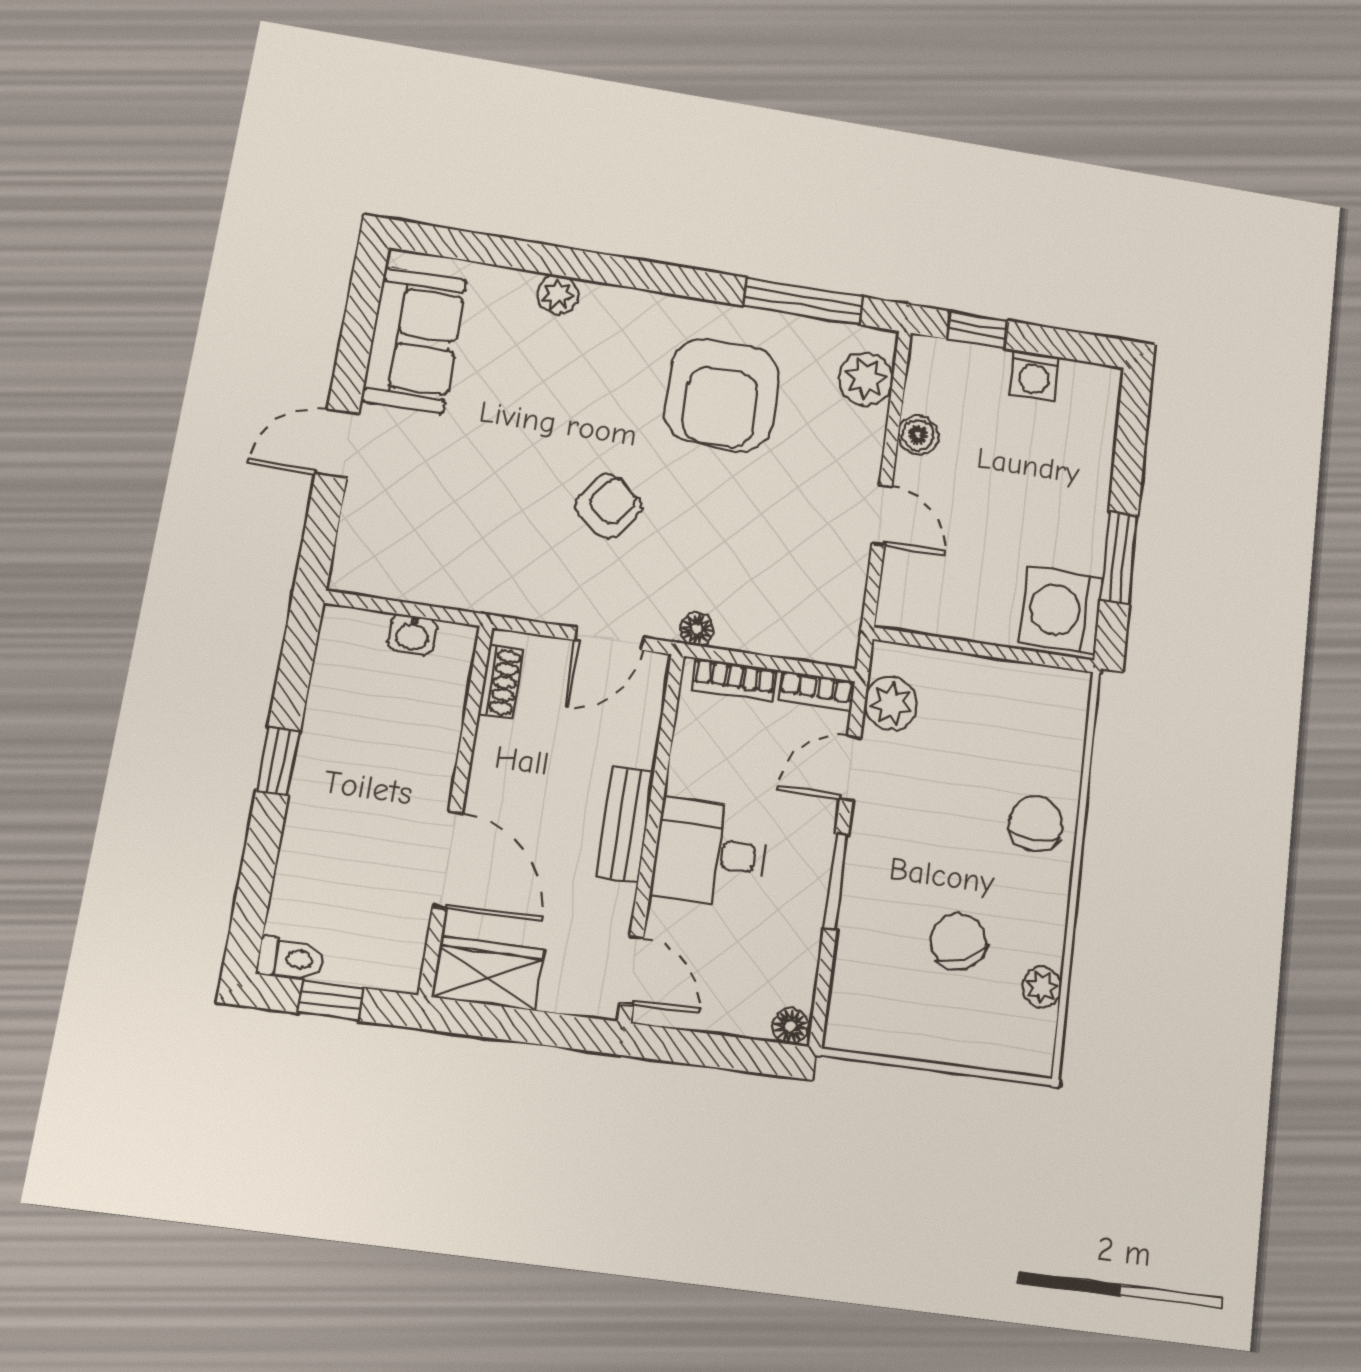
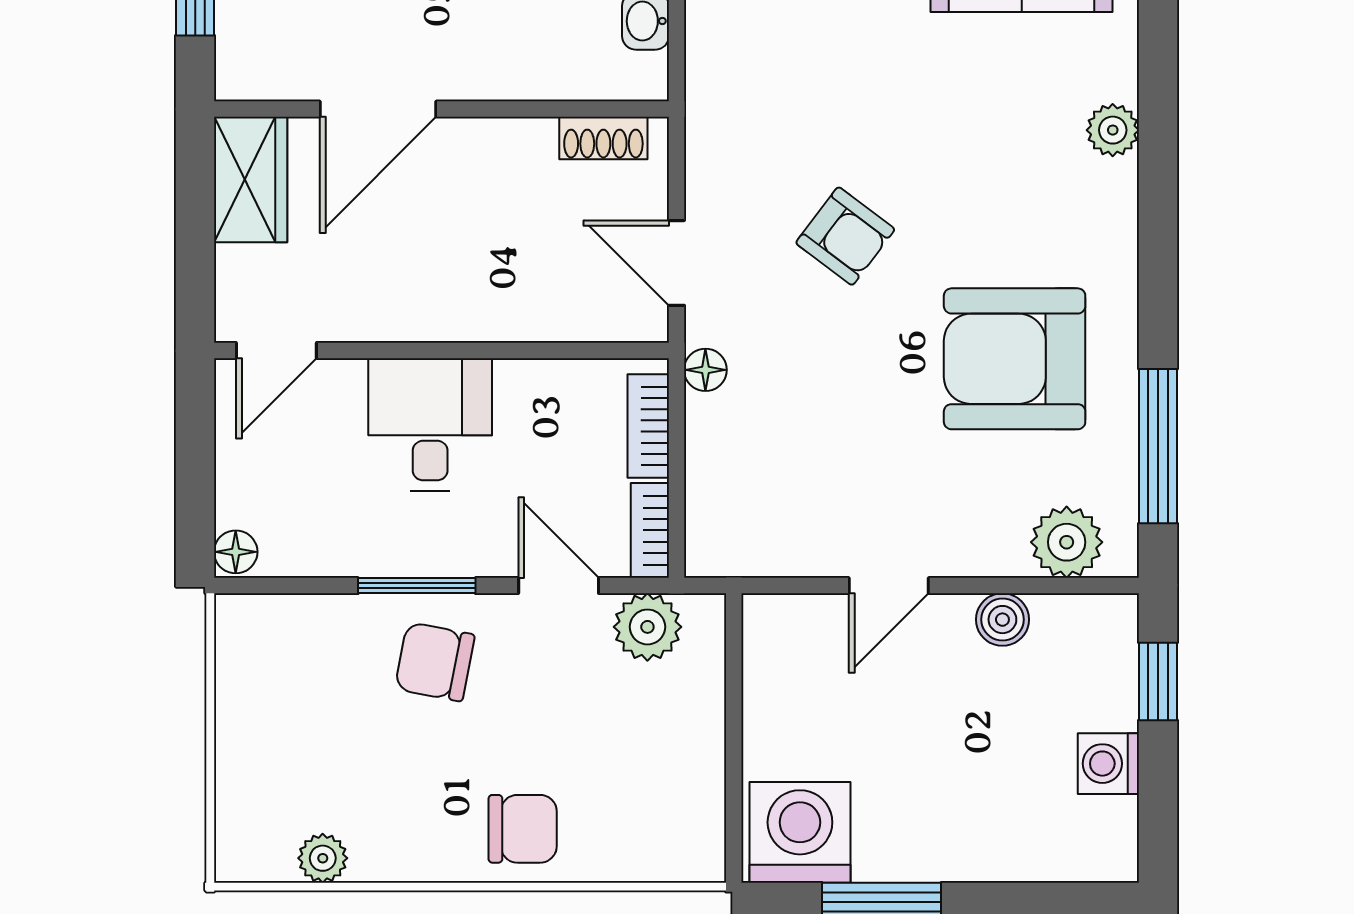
bench: (625, 824) -> (451, 317), removed
chair: (958, 941) -> (435, 662), moved, turned -145

